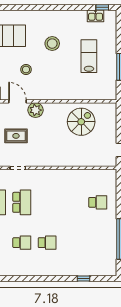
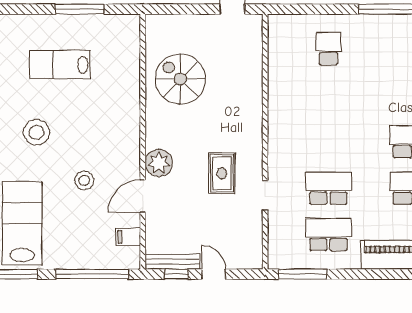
rug: (16, 136) -> (222, 173), moved

